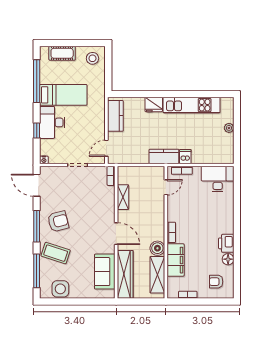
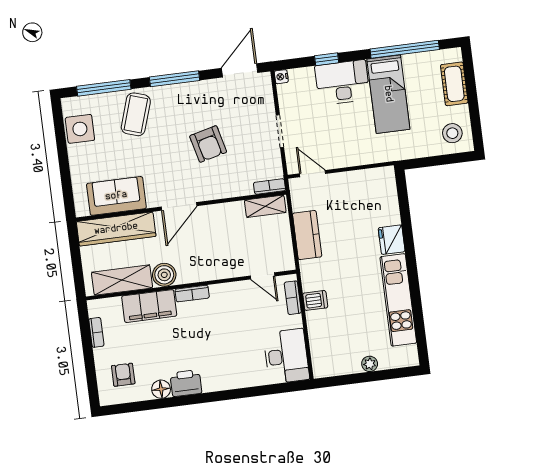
kitchen counter: (115, 116) -> (366, 181), removed
kitchen counter: (164, 156) -> (307, 235), moved
shelving: (123, 197) -> (265, 206), moved
armchair: (58, 221) -> (208, 144), moved

